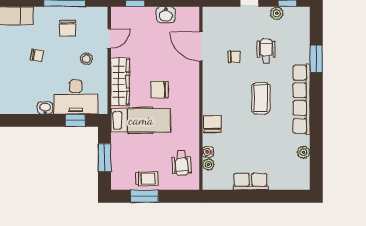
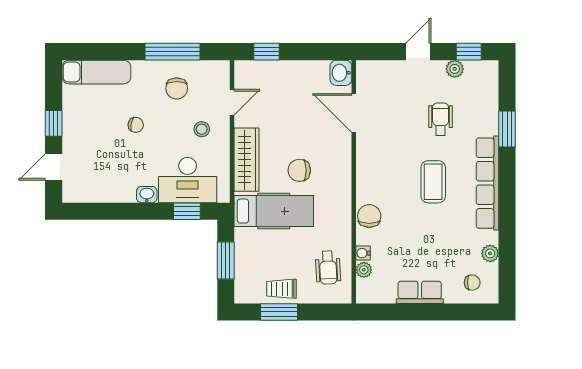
washbasin: (166, 15) -> (341, 73), moved, turned 90
chair: (234, 57) -> (472, 283), moved
trolley: (147, 179) -> (282, 289), turned 180

